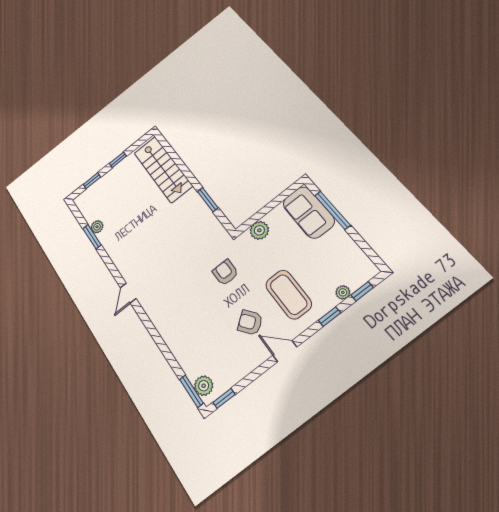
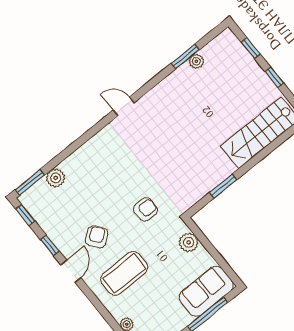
window: (330, 317) -> (50, 245), moved
plant: (204, 386) -> (56, 178), moved

